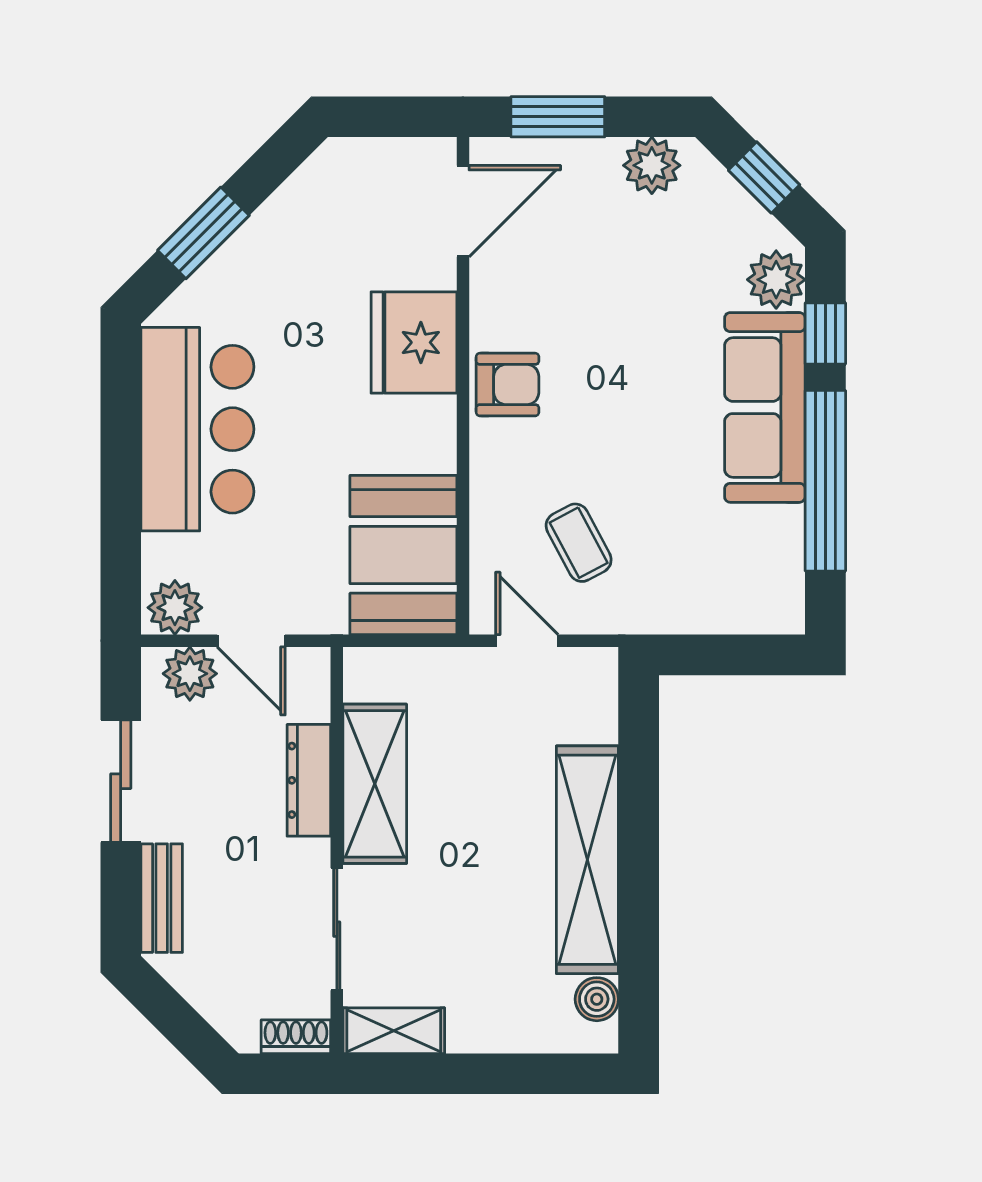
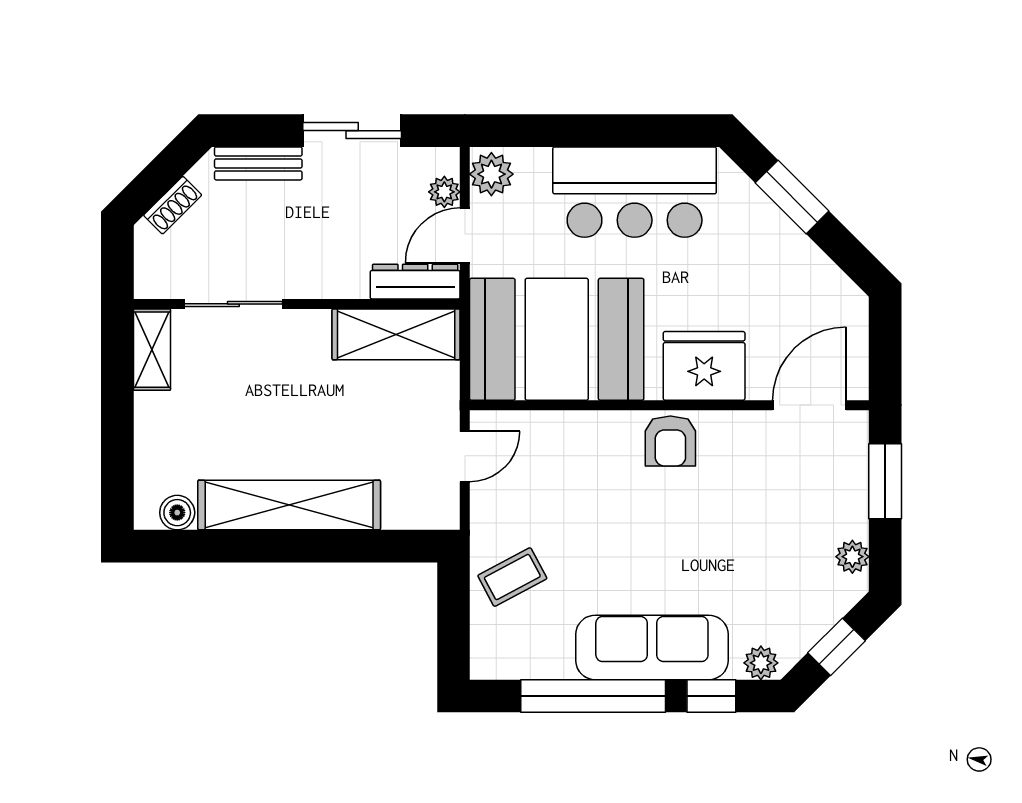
plant: (652, 165) -> (852, 557), width x0.73, depth x0.73
door: (463, 211) -> (809, 405), swing flipped
plant: (776, 280) -> (761, 663), width x0.73, depth x0.73
coffee table: (579, 543) -> (512, 577), moved
booth: (403, 555) -> (557, 339), width x1.36, depth x1.42
plant: (190, 674) -> (444, 192), width x0.73, depth x0.73
dresser: (309, 780) -> (415, 282), moved
shelving: (375, 784) -> (396, 334), moved
shoe rack: (296, 1037) -> (173, 205), moved, turned 45

